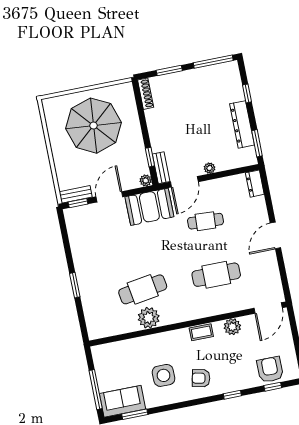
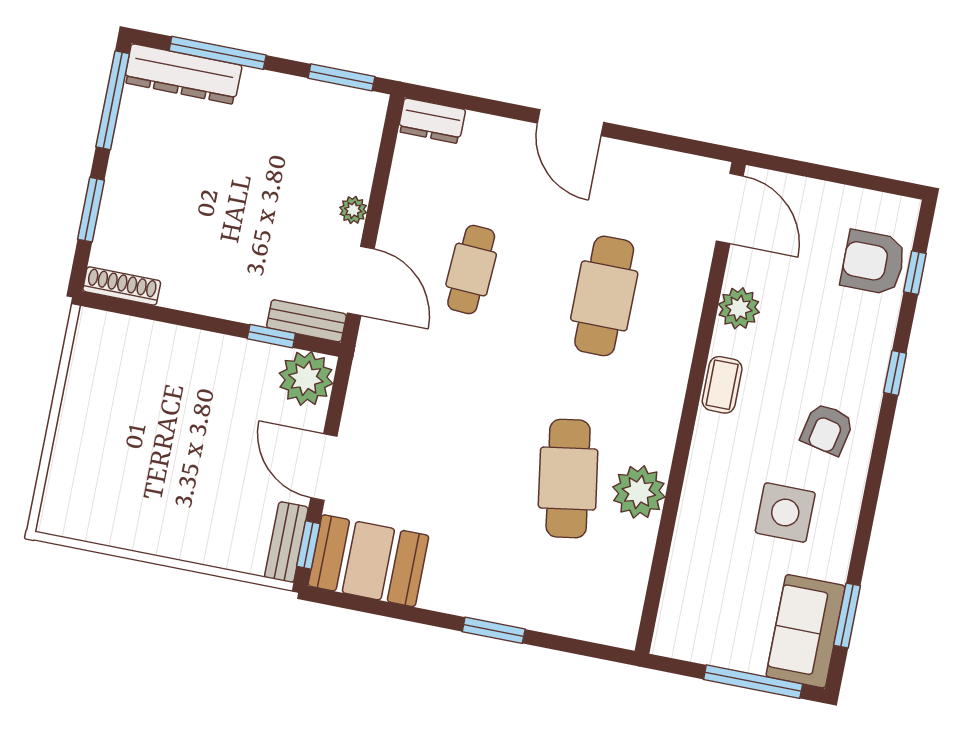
window: (247, 93) -> (218, 53), width x2.17
dresser: (242, 124) -> (183, 74), moved
parasol: (94, 126) -> (145, 436), removed
plant: (146, 181) -> (306, 378), width x1.88, depth x1.88
booth: (149, 207) -> (368, 561), moved, turned 90

